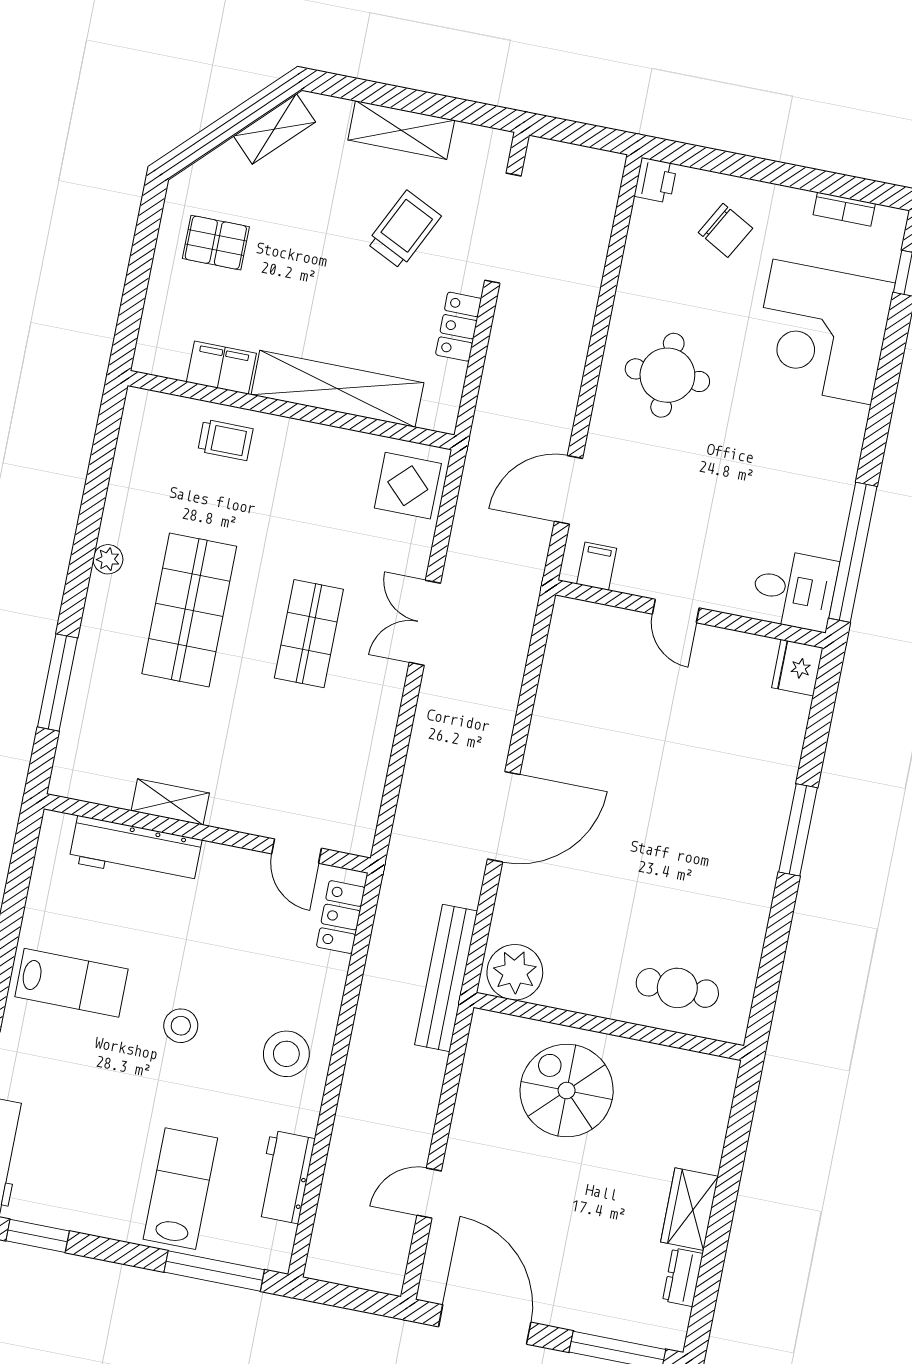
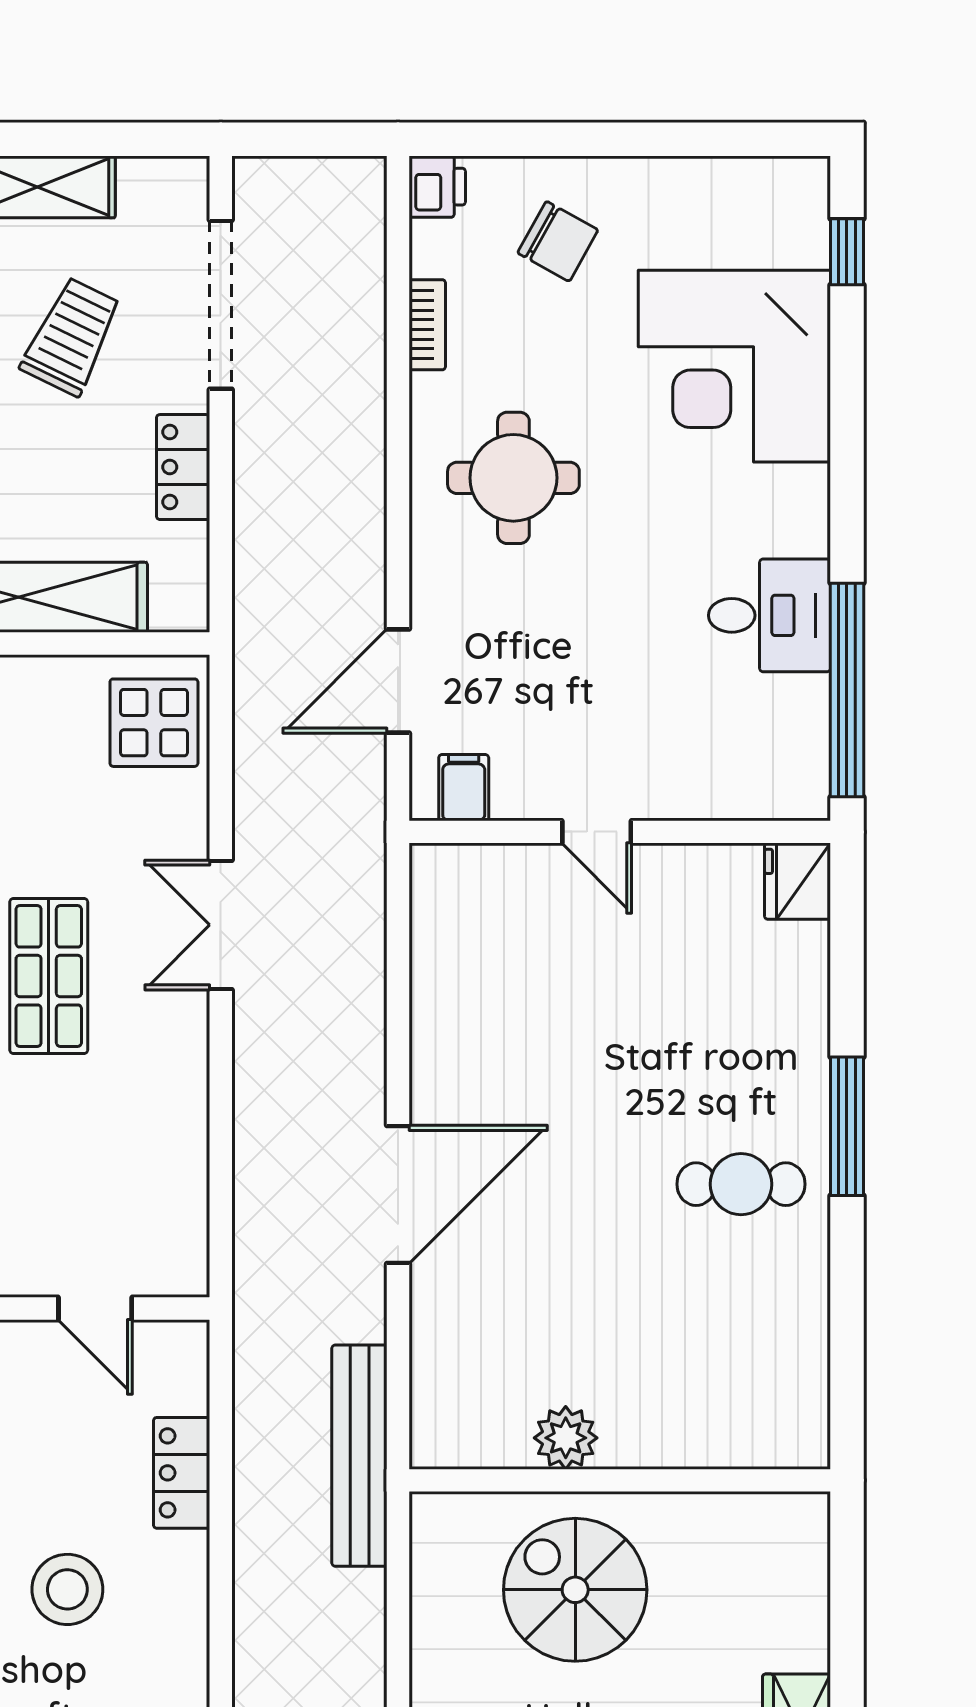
bookcase: (844, 209) -> (427, 325), moved, turned -90
desk: (794, 590) -> (769, 615), moved
locker: (341, 917) -> (182, 1473), moved
plant: (515, 972) -> (566, 1438), moved, width x0.73, depth x0.73
cafe table: (677, 988) -> (741, 1184), moved
stool: (286, 1054) -> (67, 1589), moved

